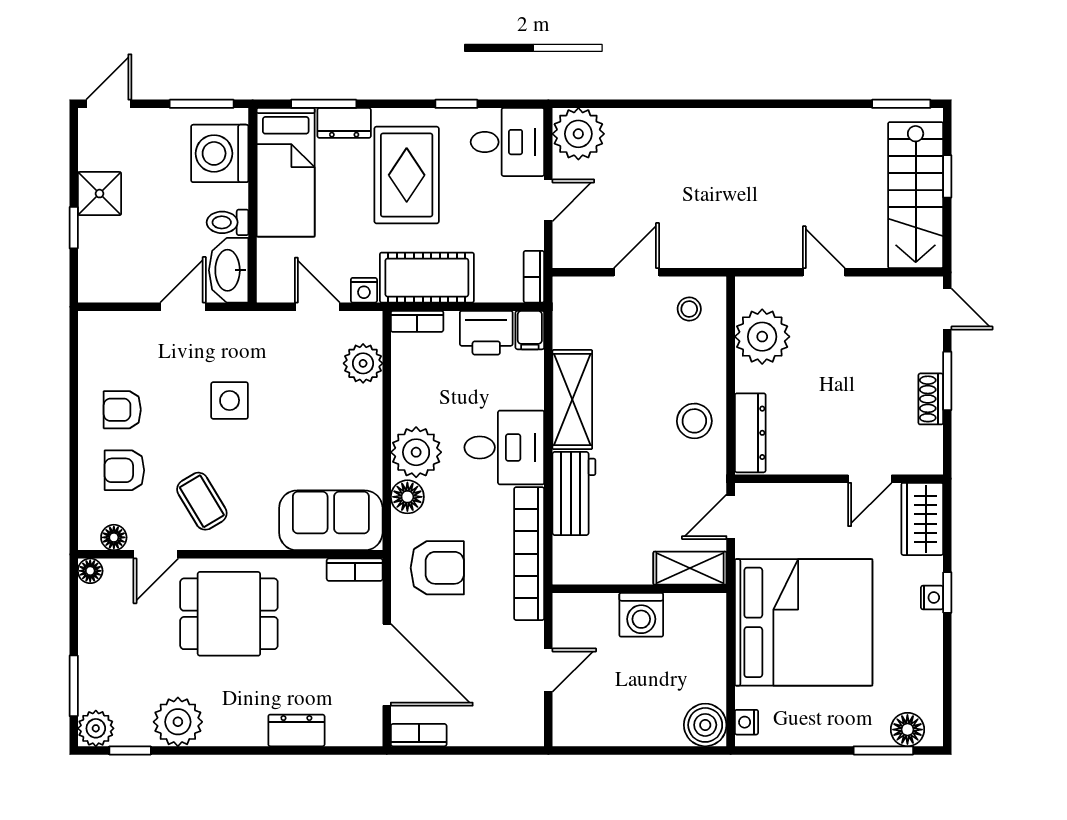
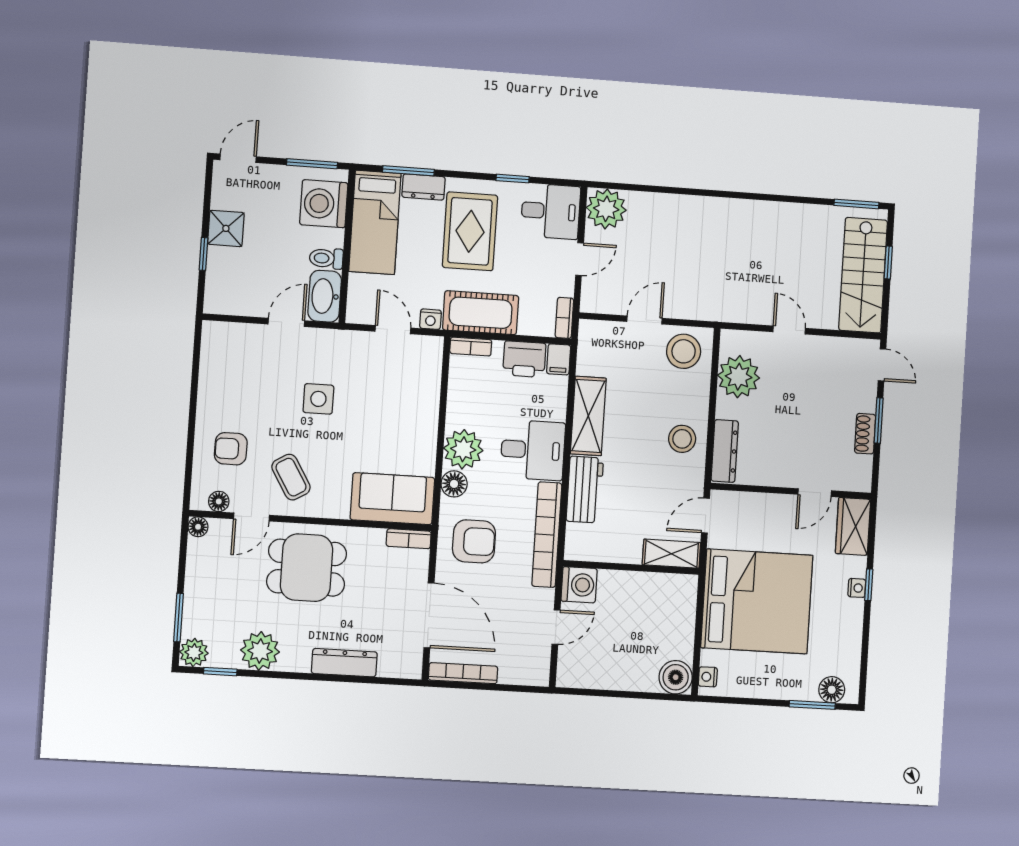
stool: (689, 309) -> (684, 351), width x1.89, depth x1.89
plant: (363, 363) -> (426, 377), removed
armchair: (122, 410) -> (232, 401), removed
washing machine: (641, 615) -> (579, 585), moved, turned -90
dresser: (296, 730) -> (344, 663), width x1.44
bookcase: (419, 735) -> (463, 673), width x1.56

